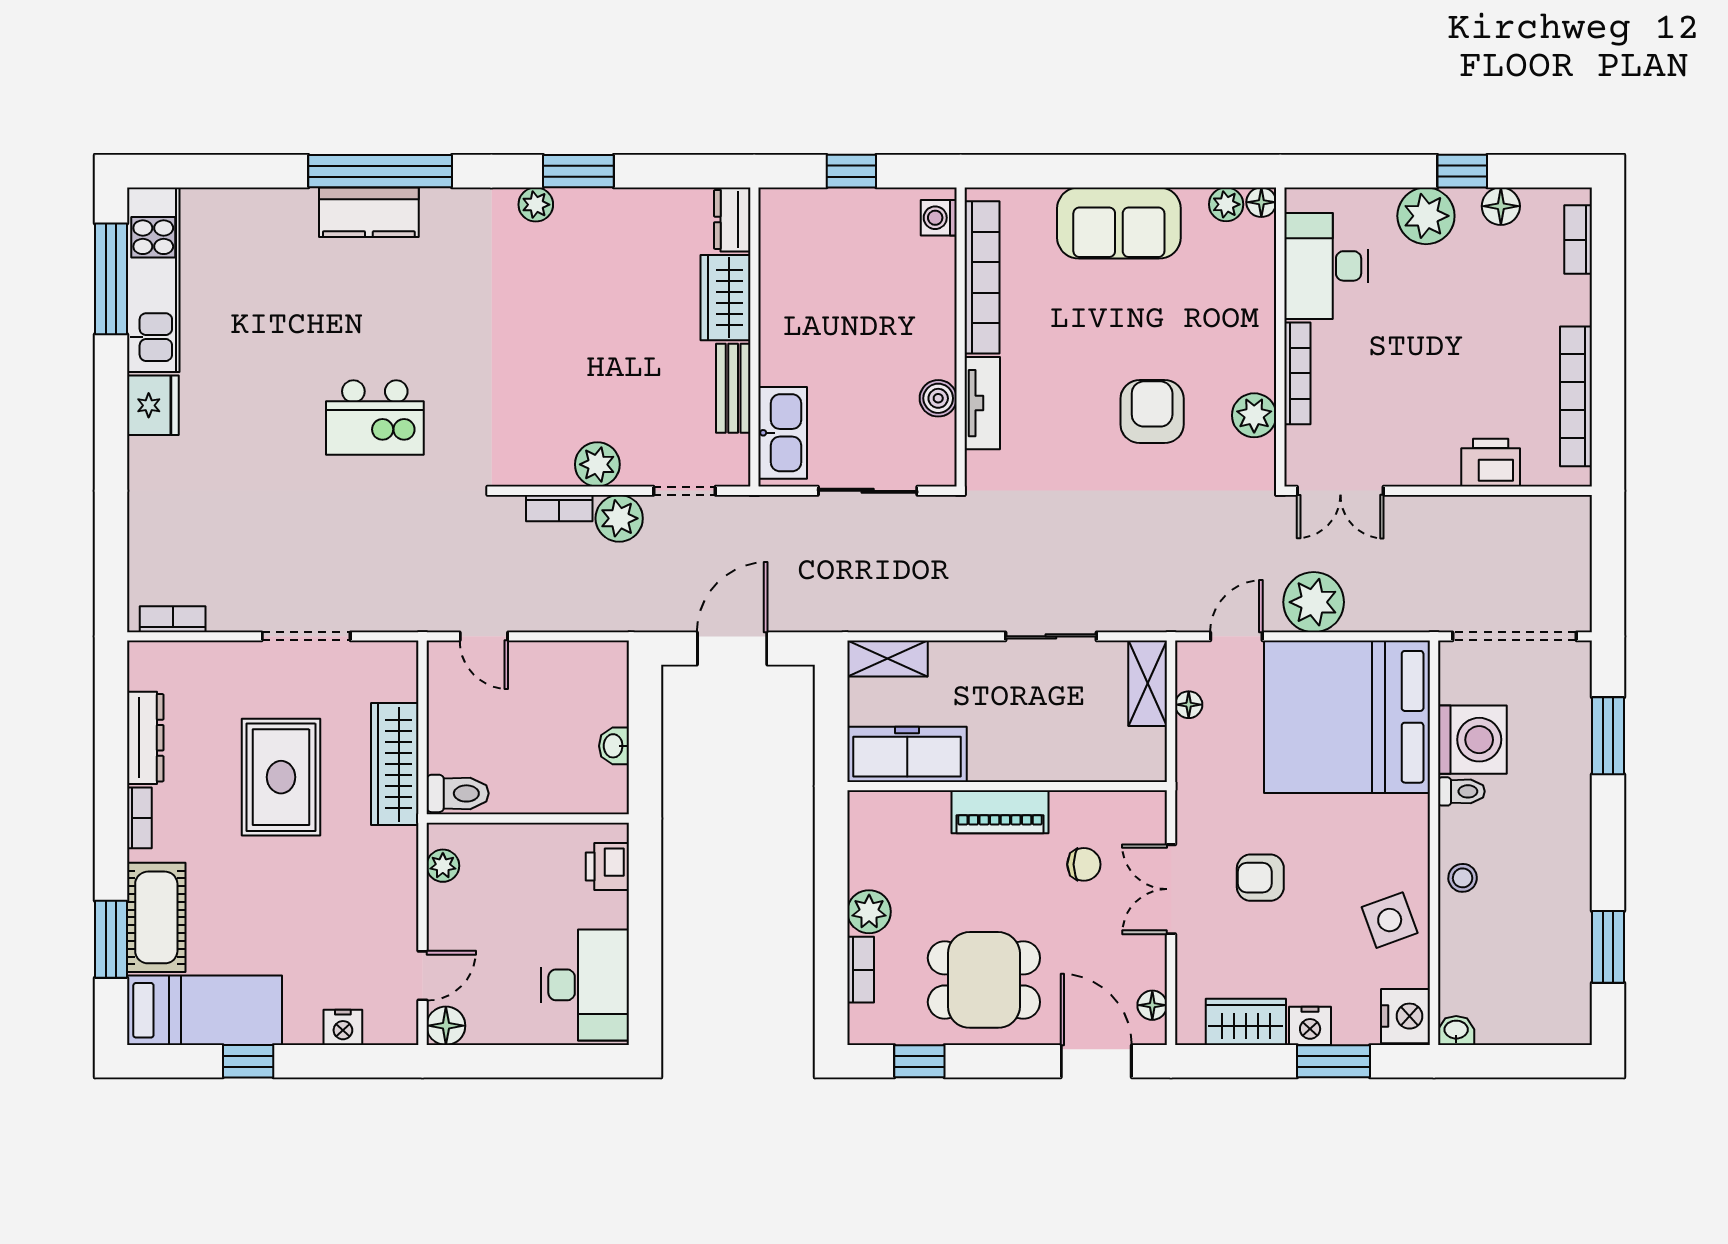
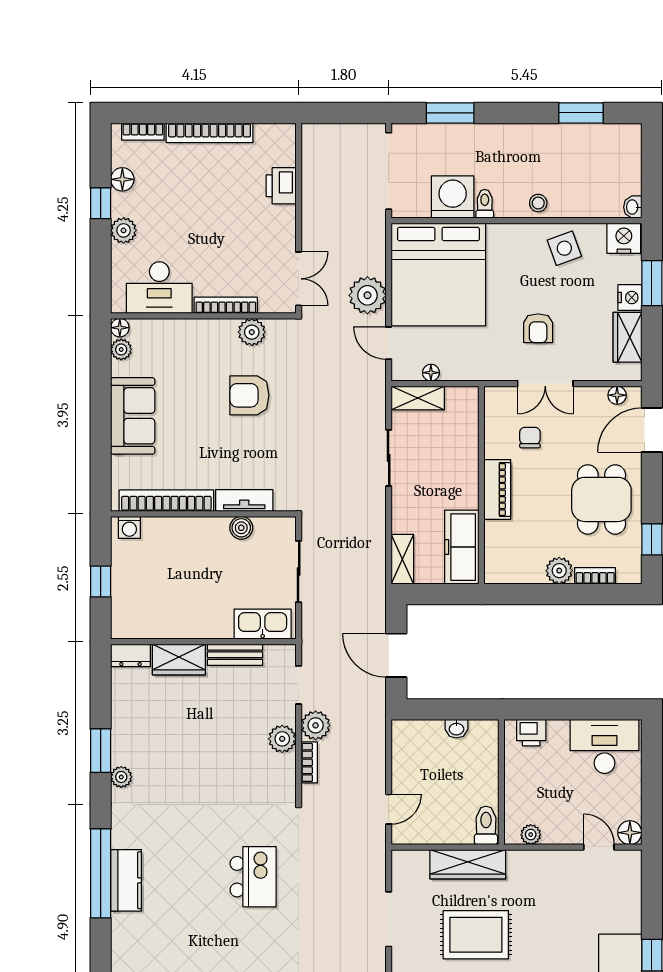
plant: (1426, 216) -> (124, 230), width x0.73, depth x0.73
bookcase: (1576, 396) -> (210, 133), moved
nightstand: (343, 1027) -> (631, 896), removed

